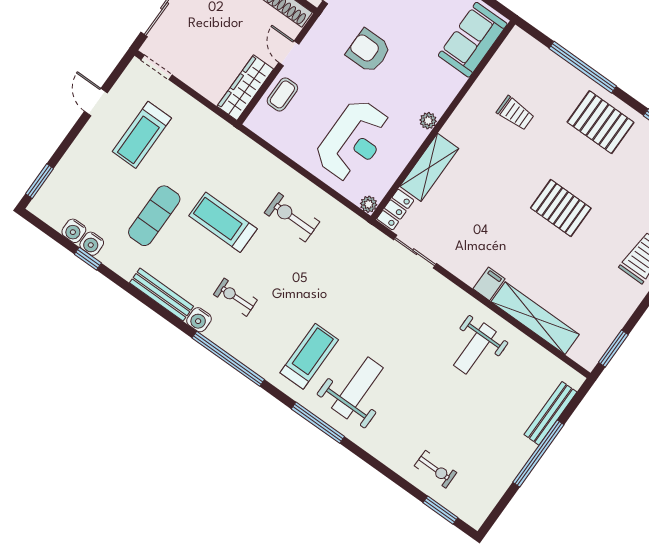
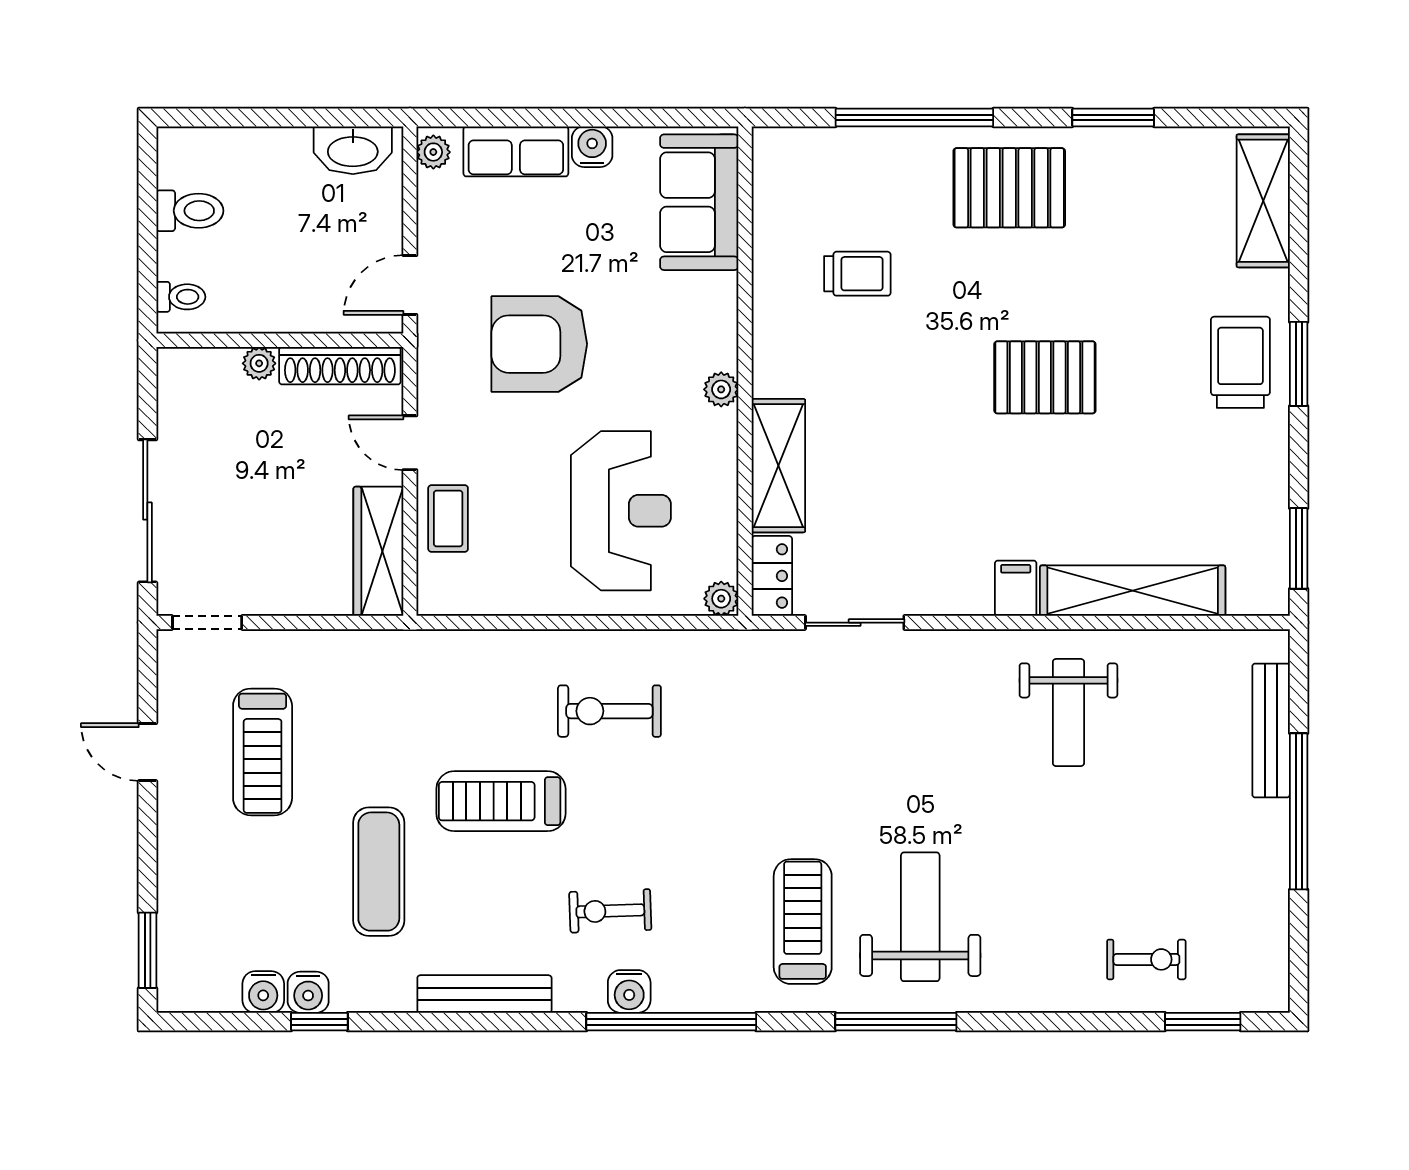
armchair: (368, 51) -> (539, 344), width x1.36, depth x1.36
water cooler: (199, 320) -> (629, 991), moved

